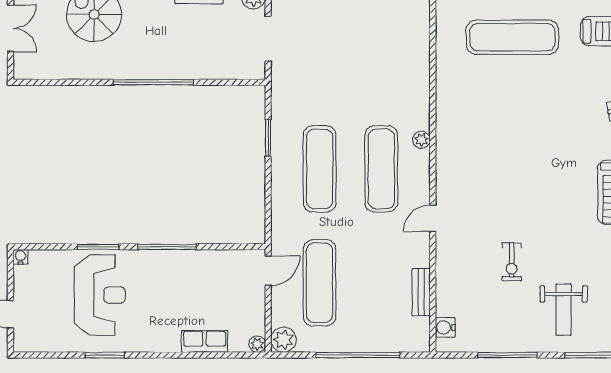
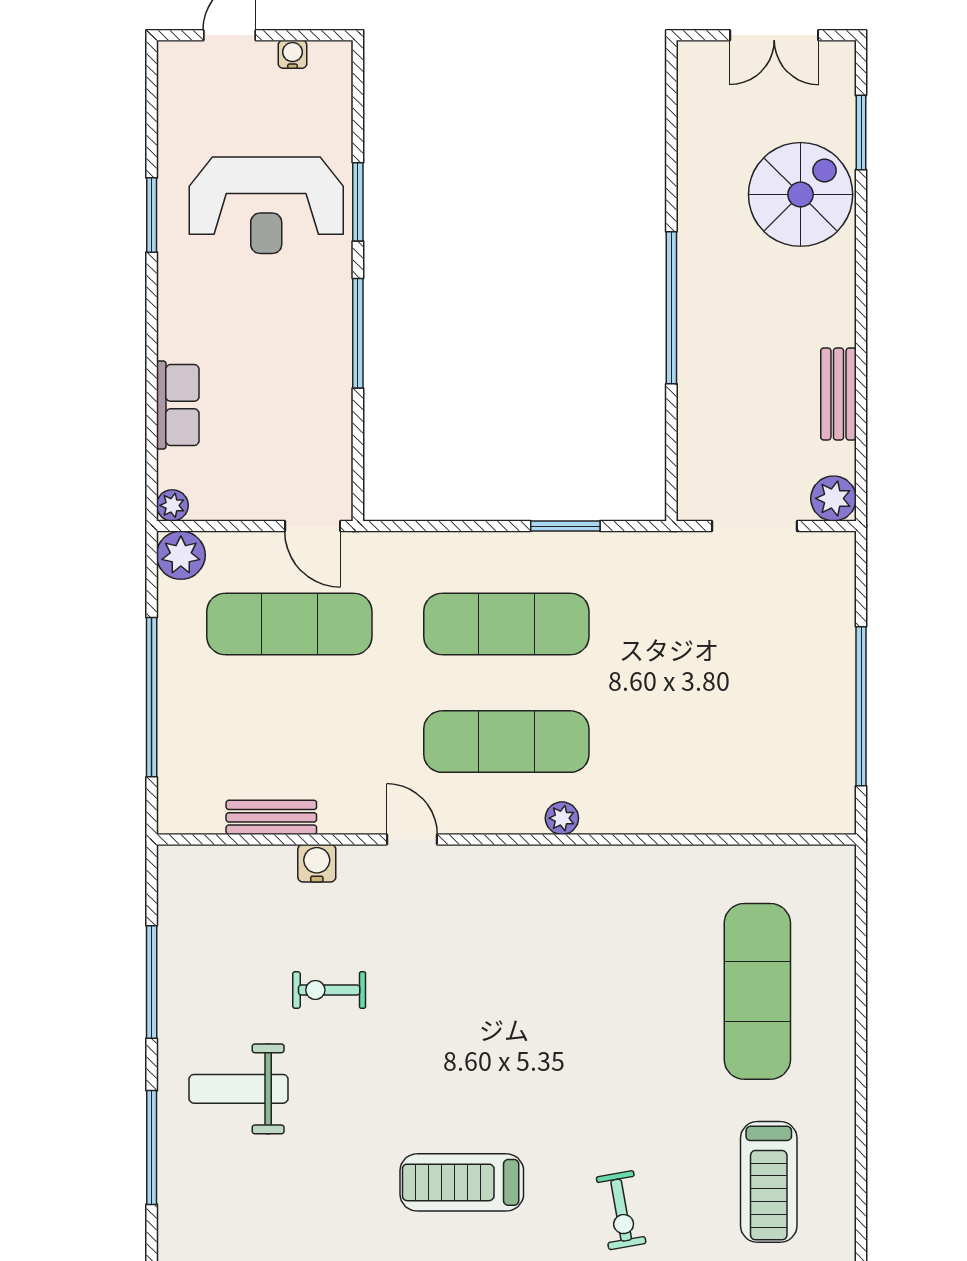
water cooler: (21, 257) -> (292, 54), moved, turned -90
water cooler: (445, 327) -> (317, 863), moved

